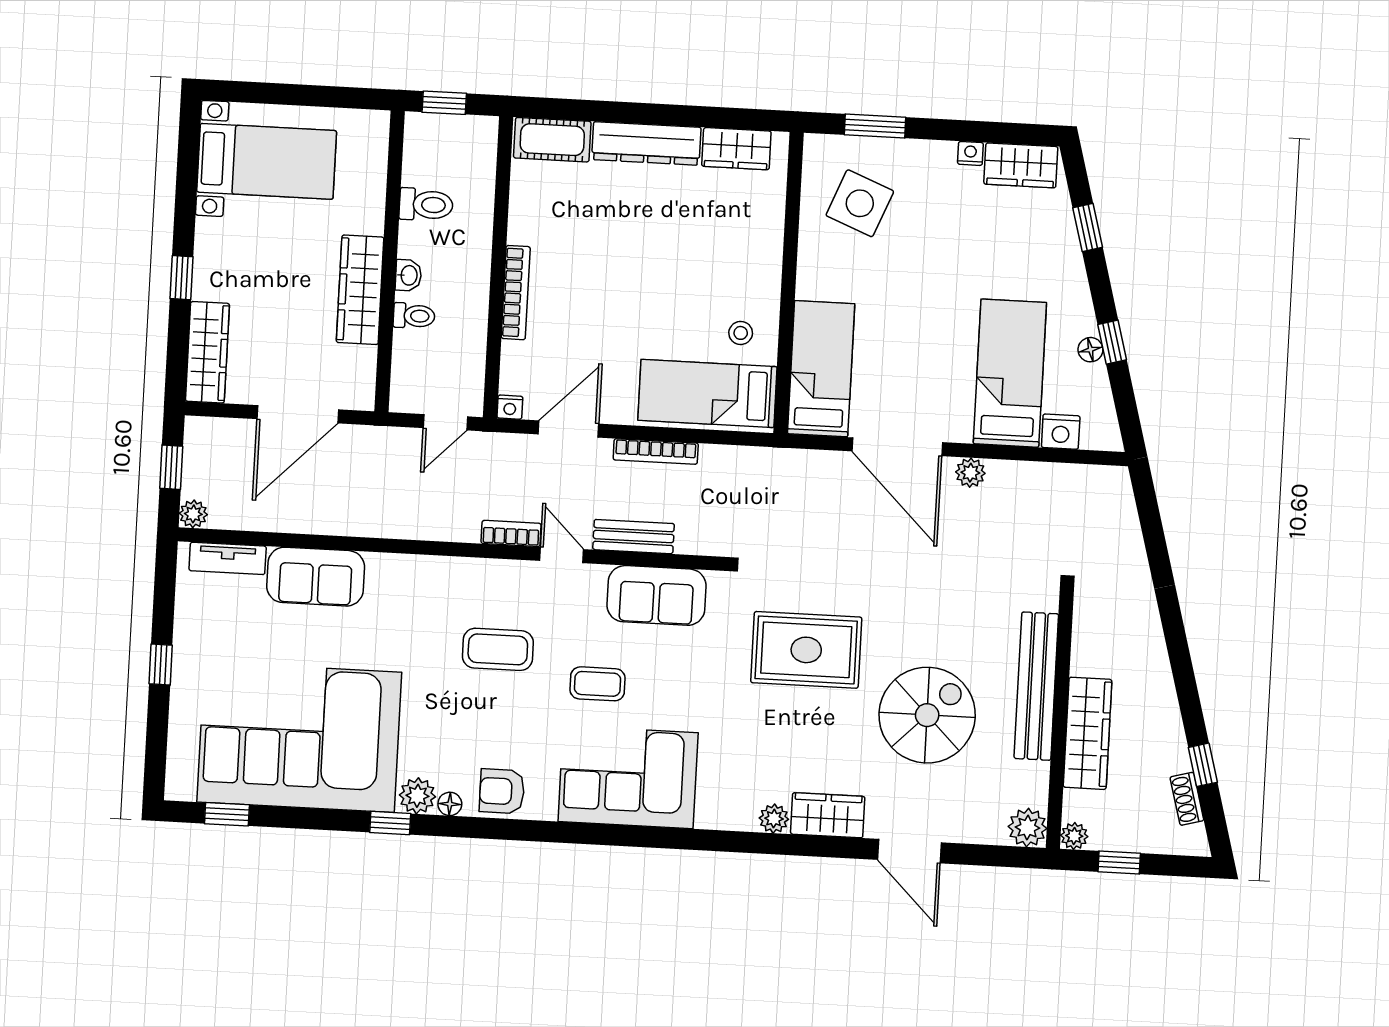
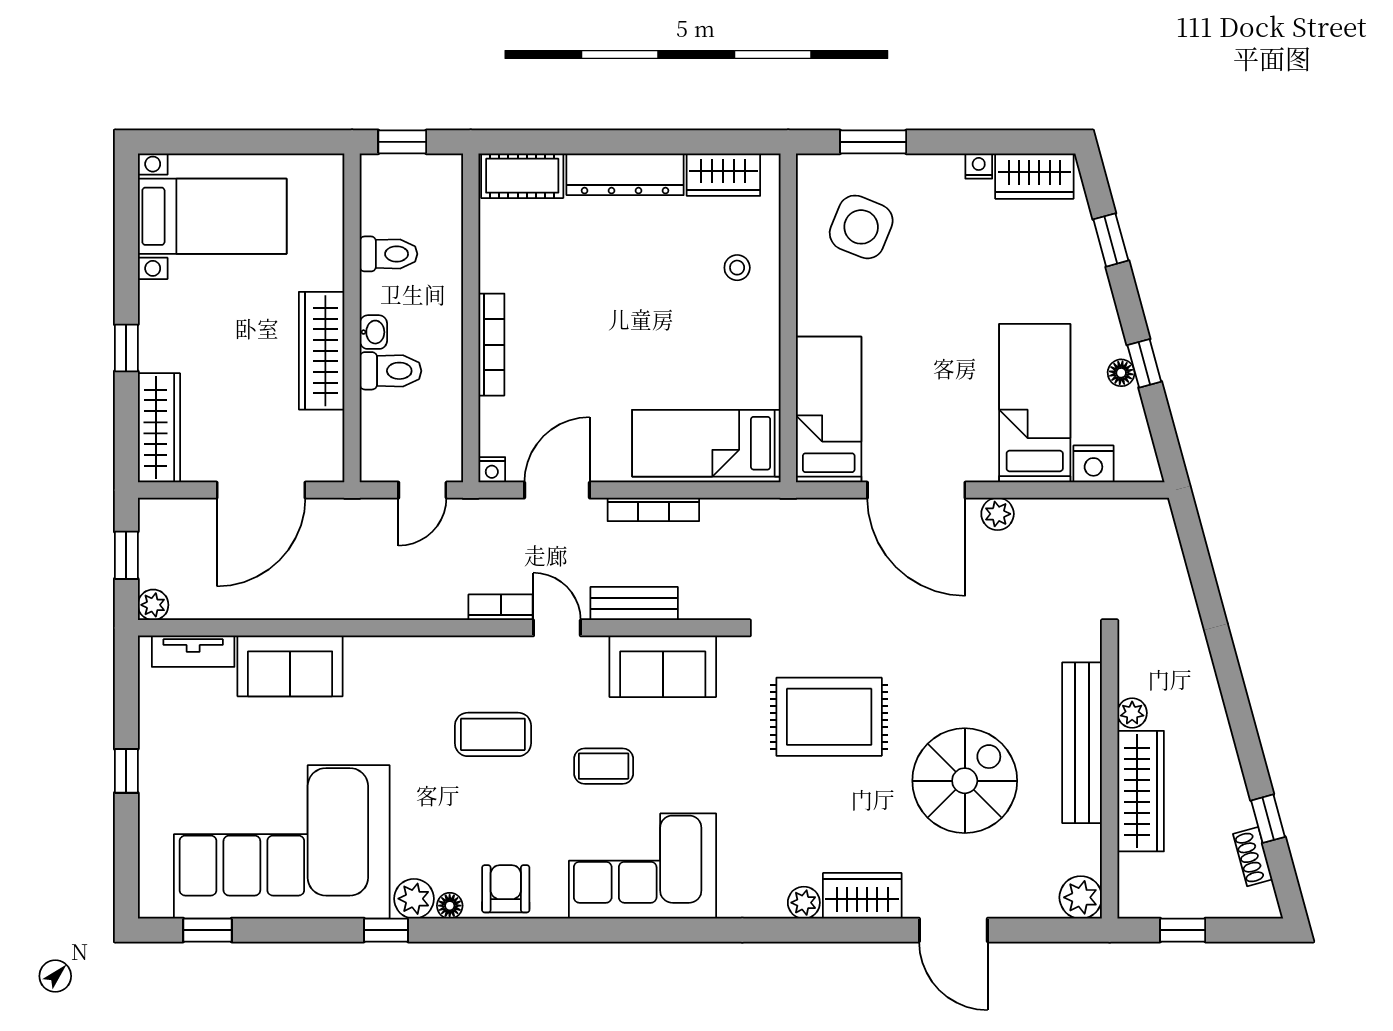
toilet: (414, 316) -> (391, 371), width x1.37, depth x1.39
stool: (741, 333) -> (737, 268), moved
armchair: (502, 791) -> (506, 889), turned 90
plant: (1074, 836) -> (1132, 713), moved

